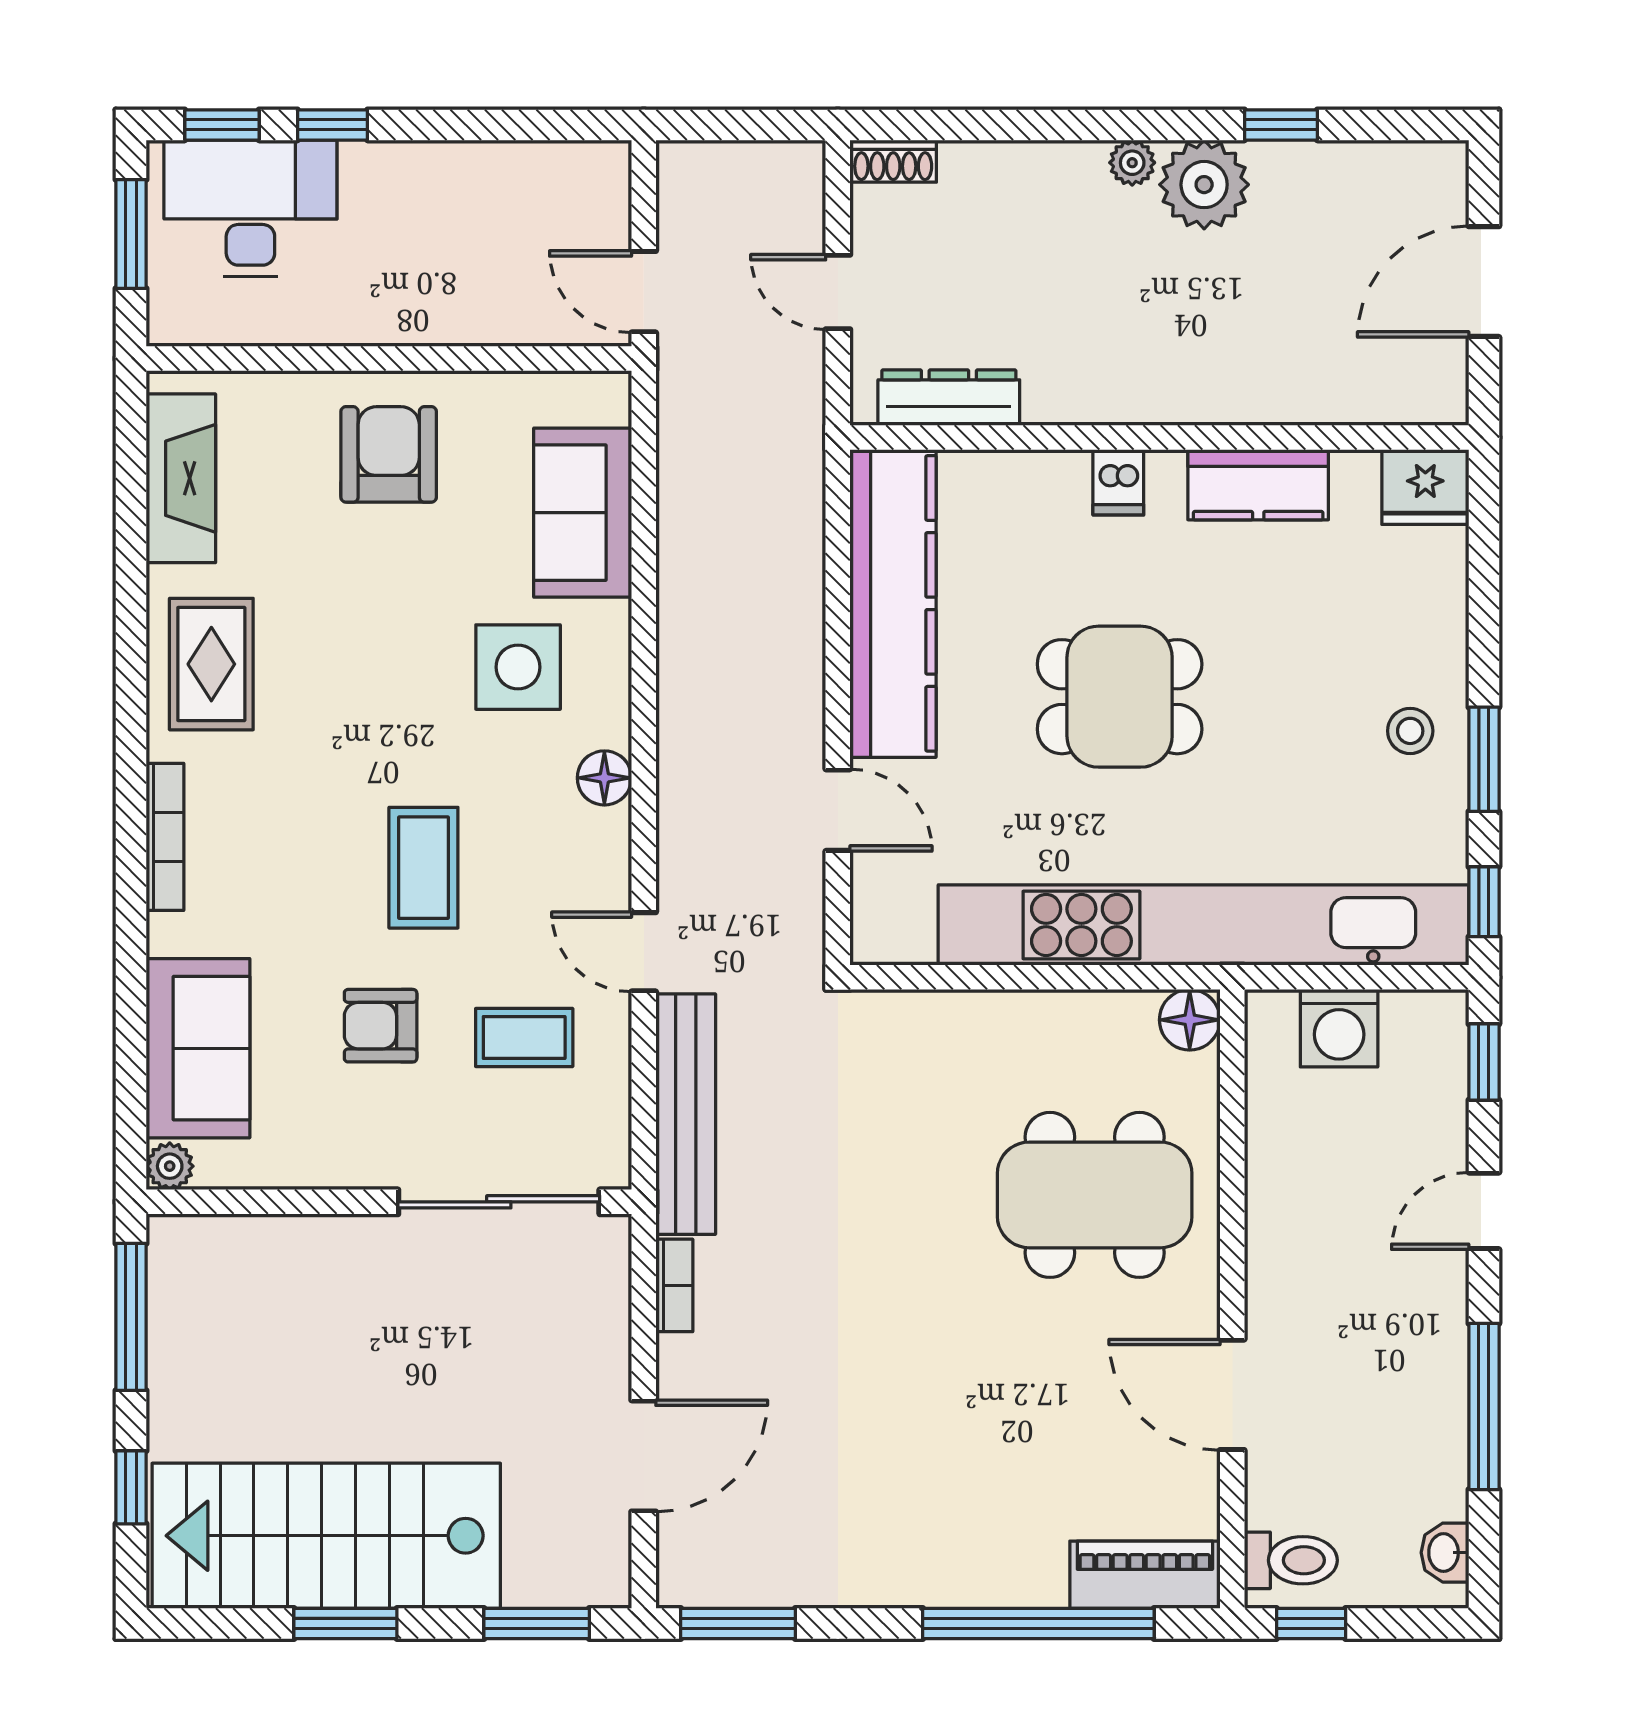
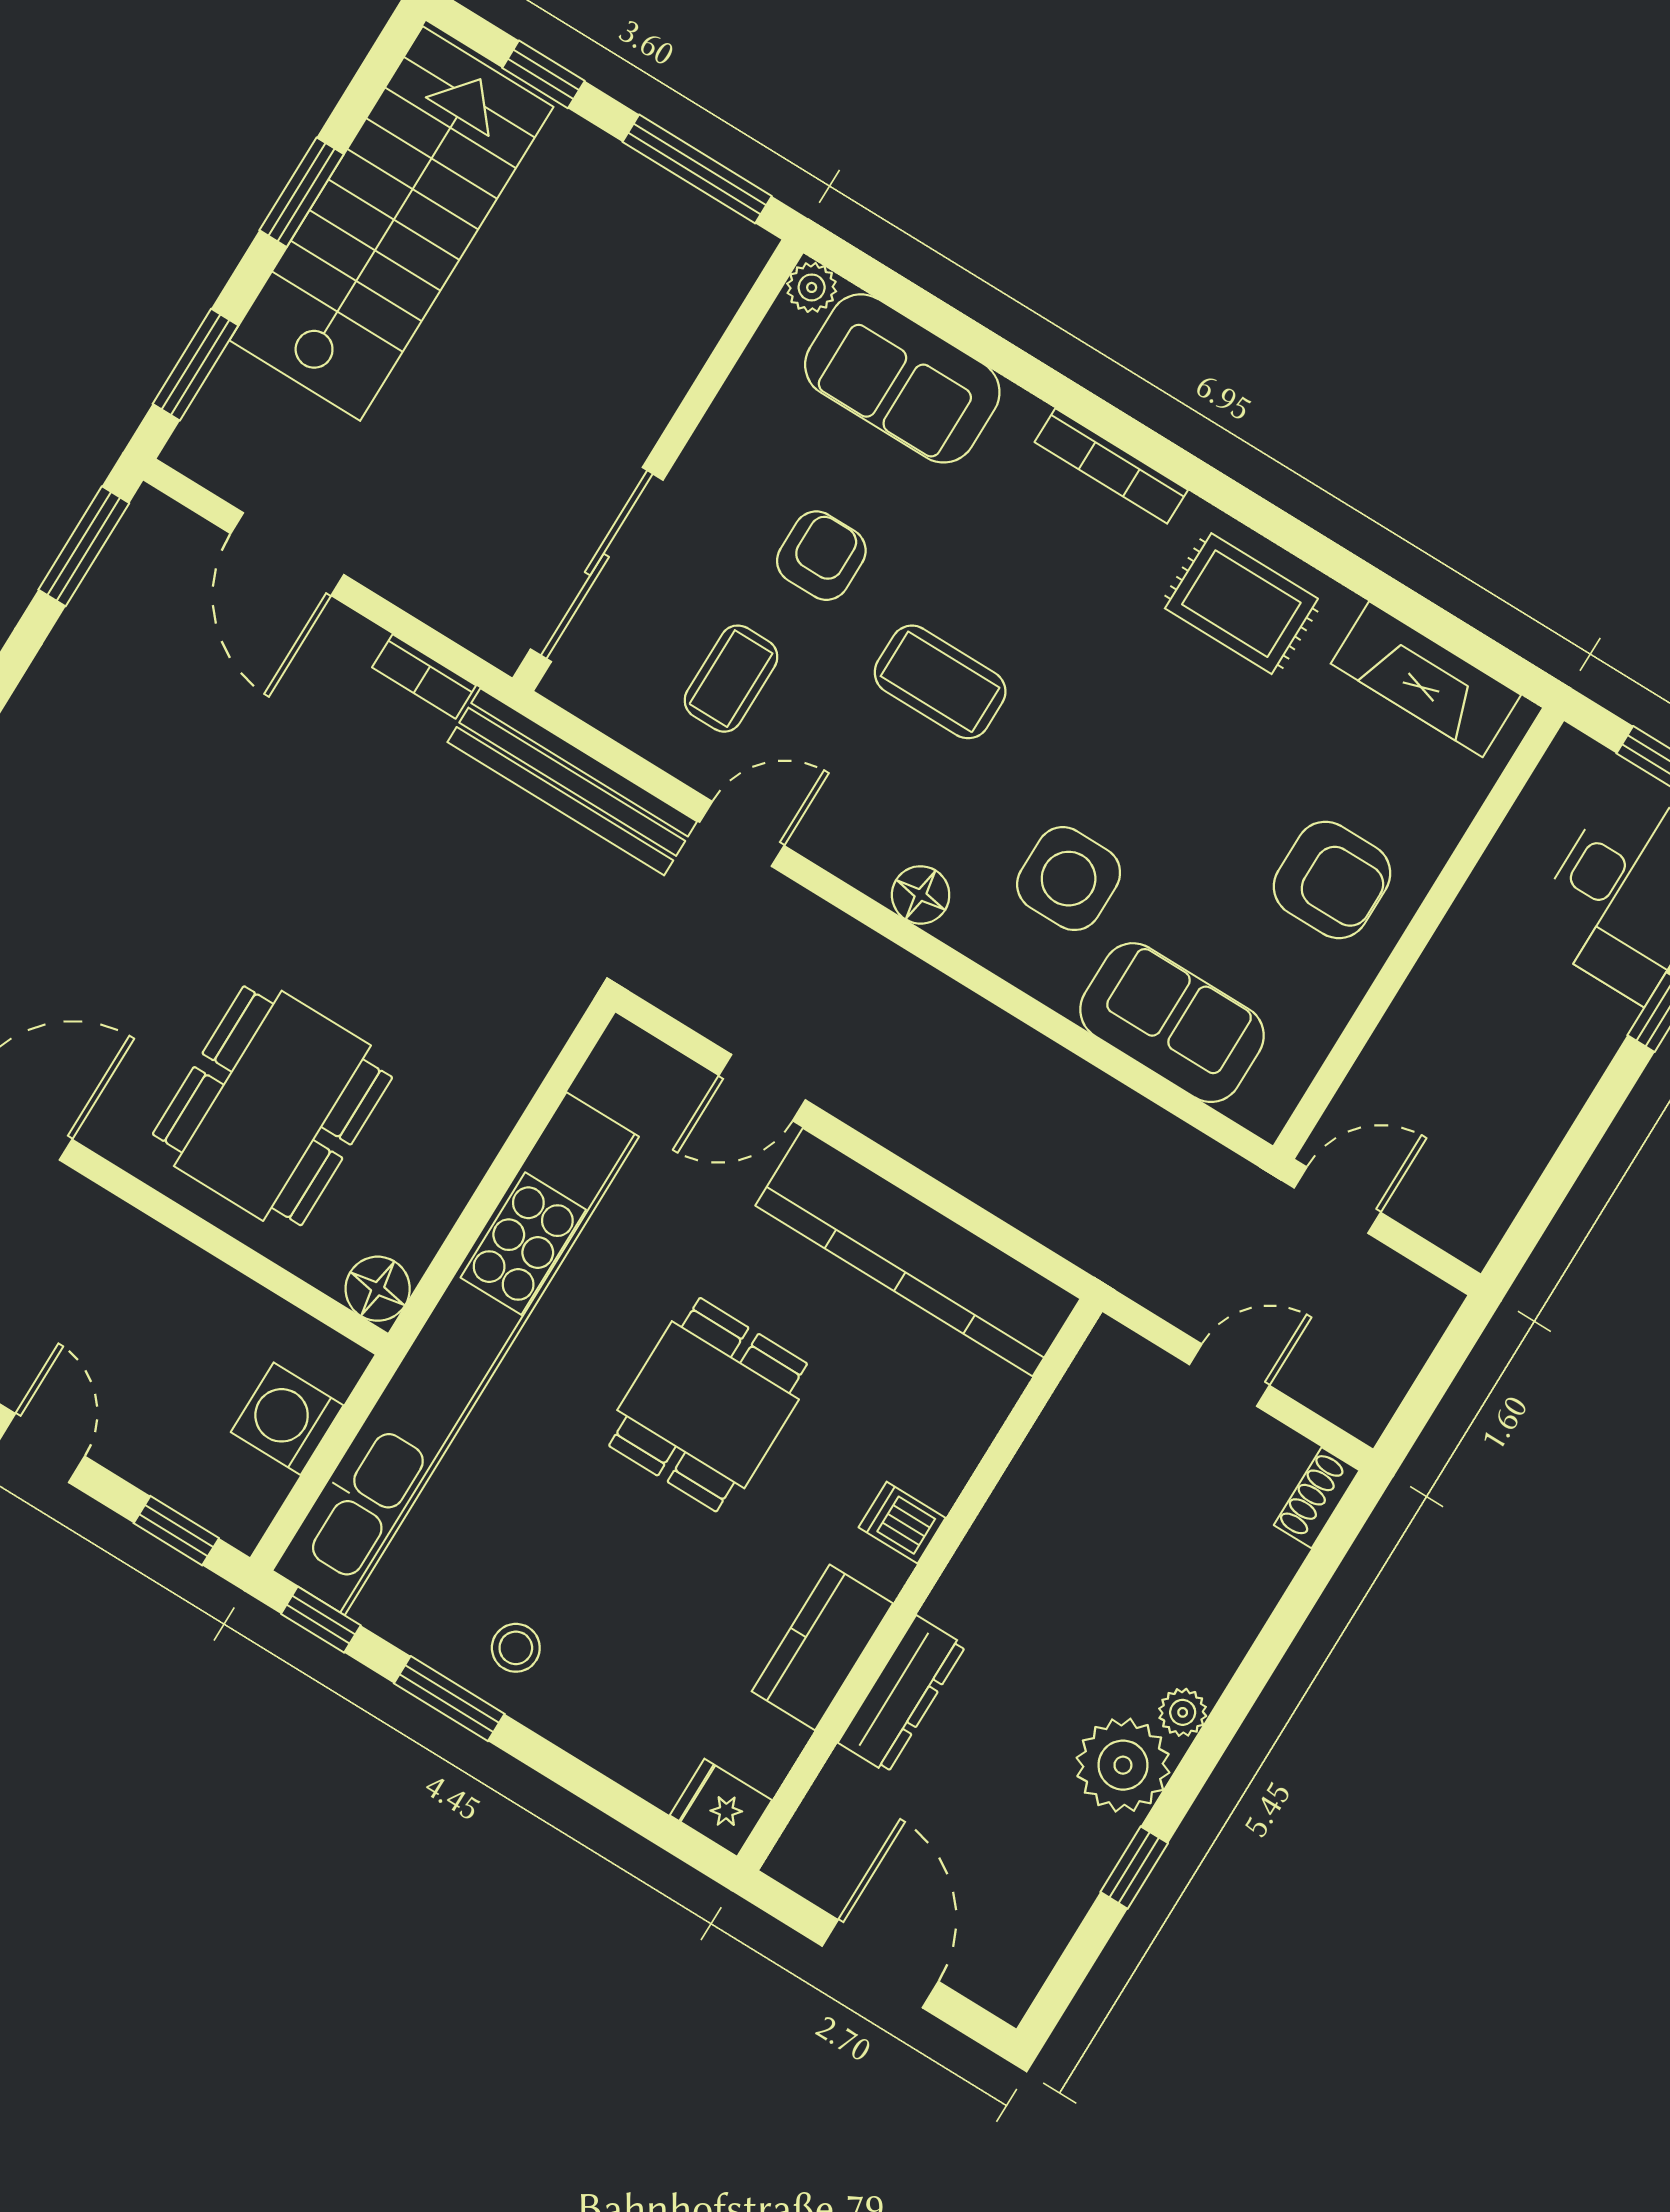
dresser: (949, 398) -> (902, 1694), moved
fridge: (1425, 487) -> (721, 1808), width x0.72

